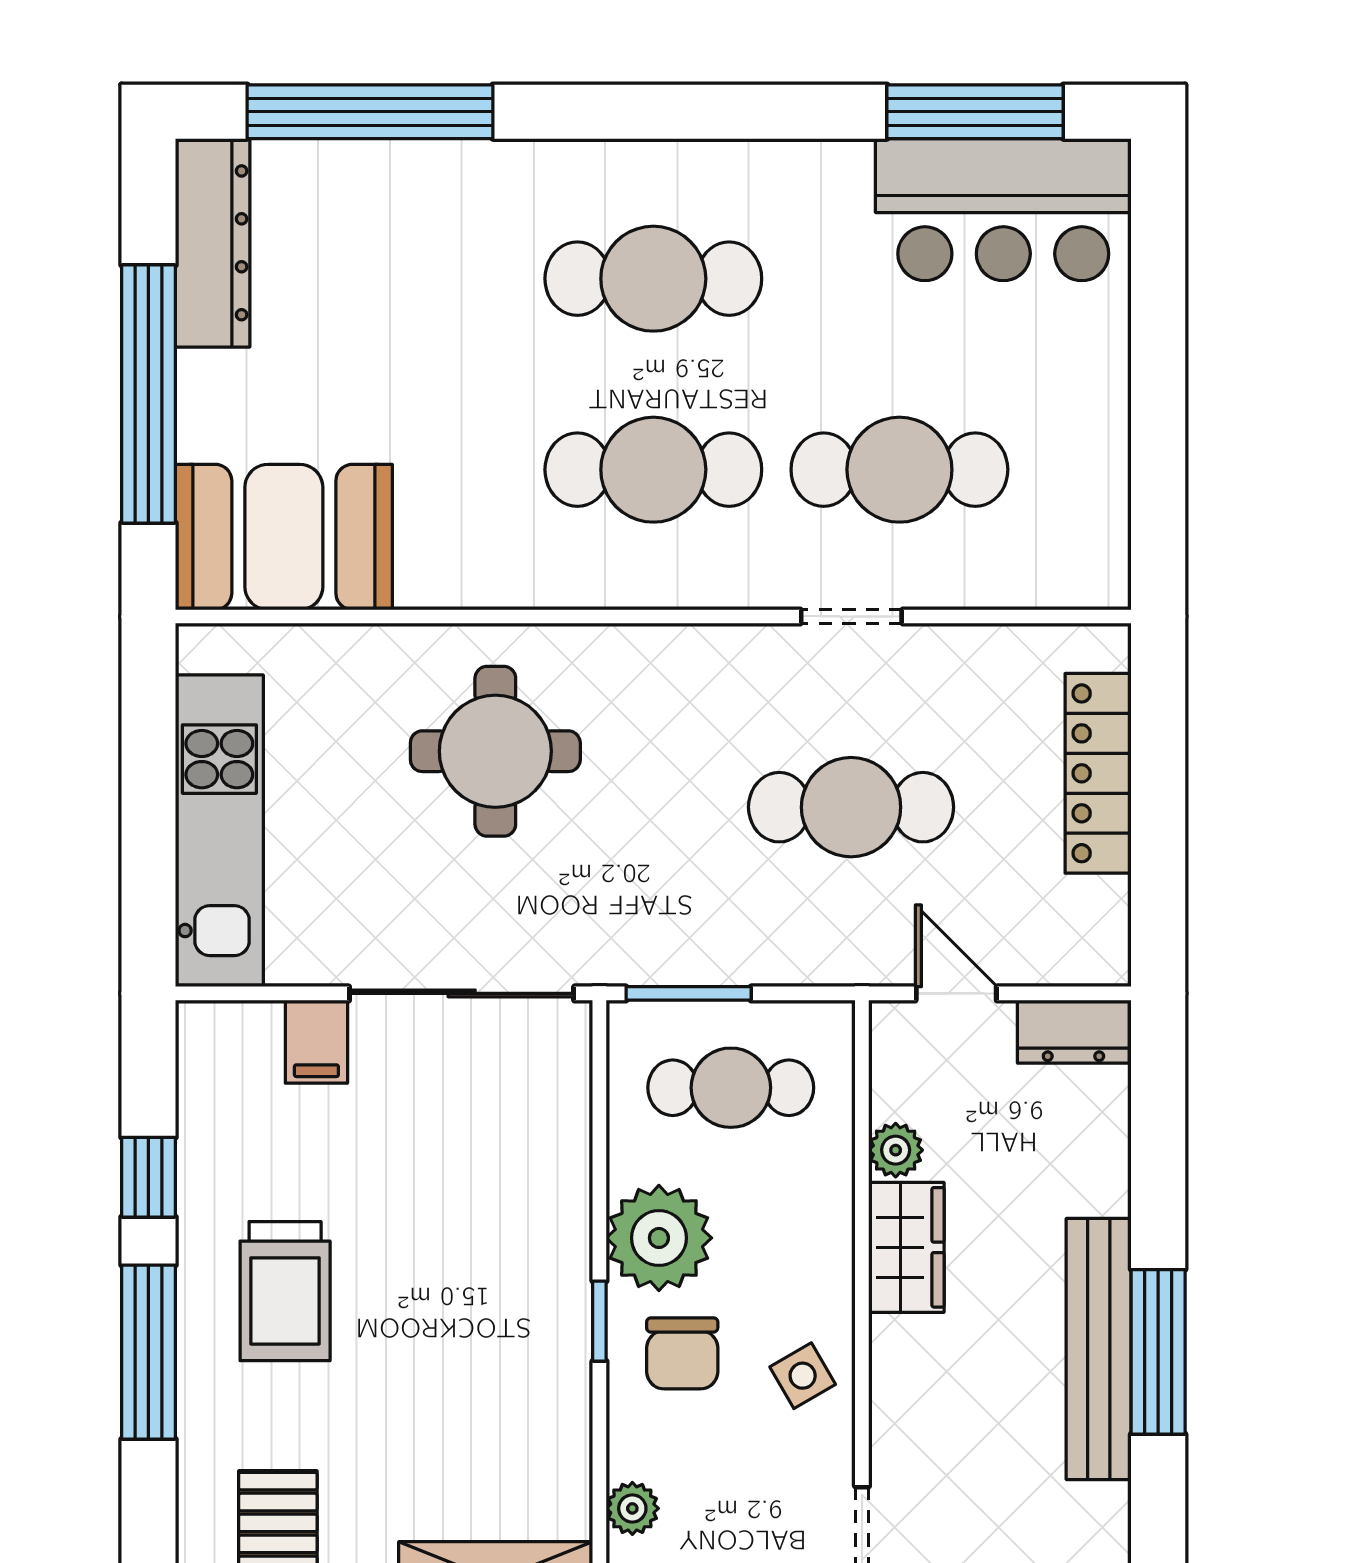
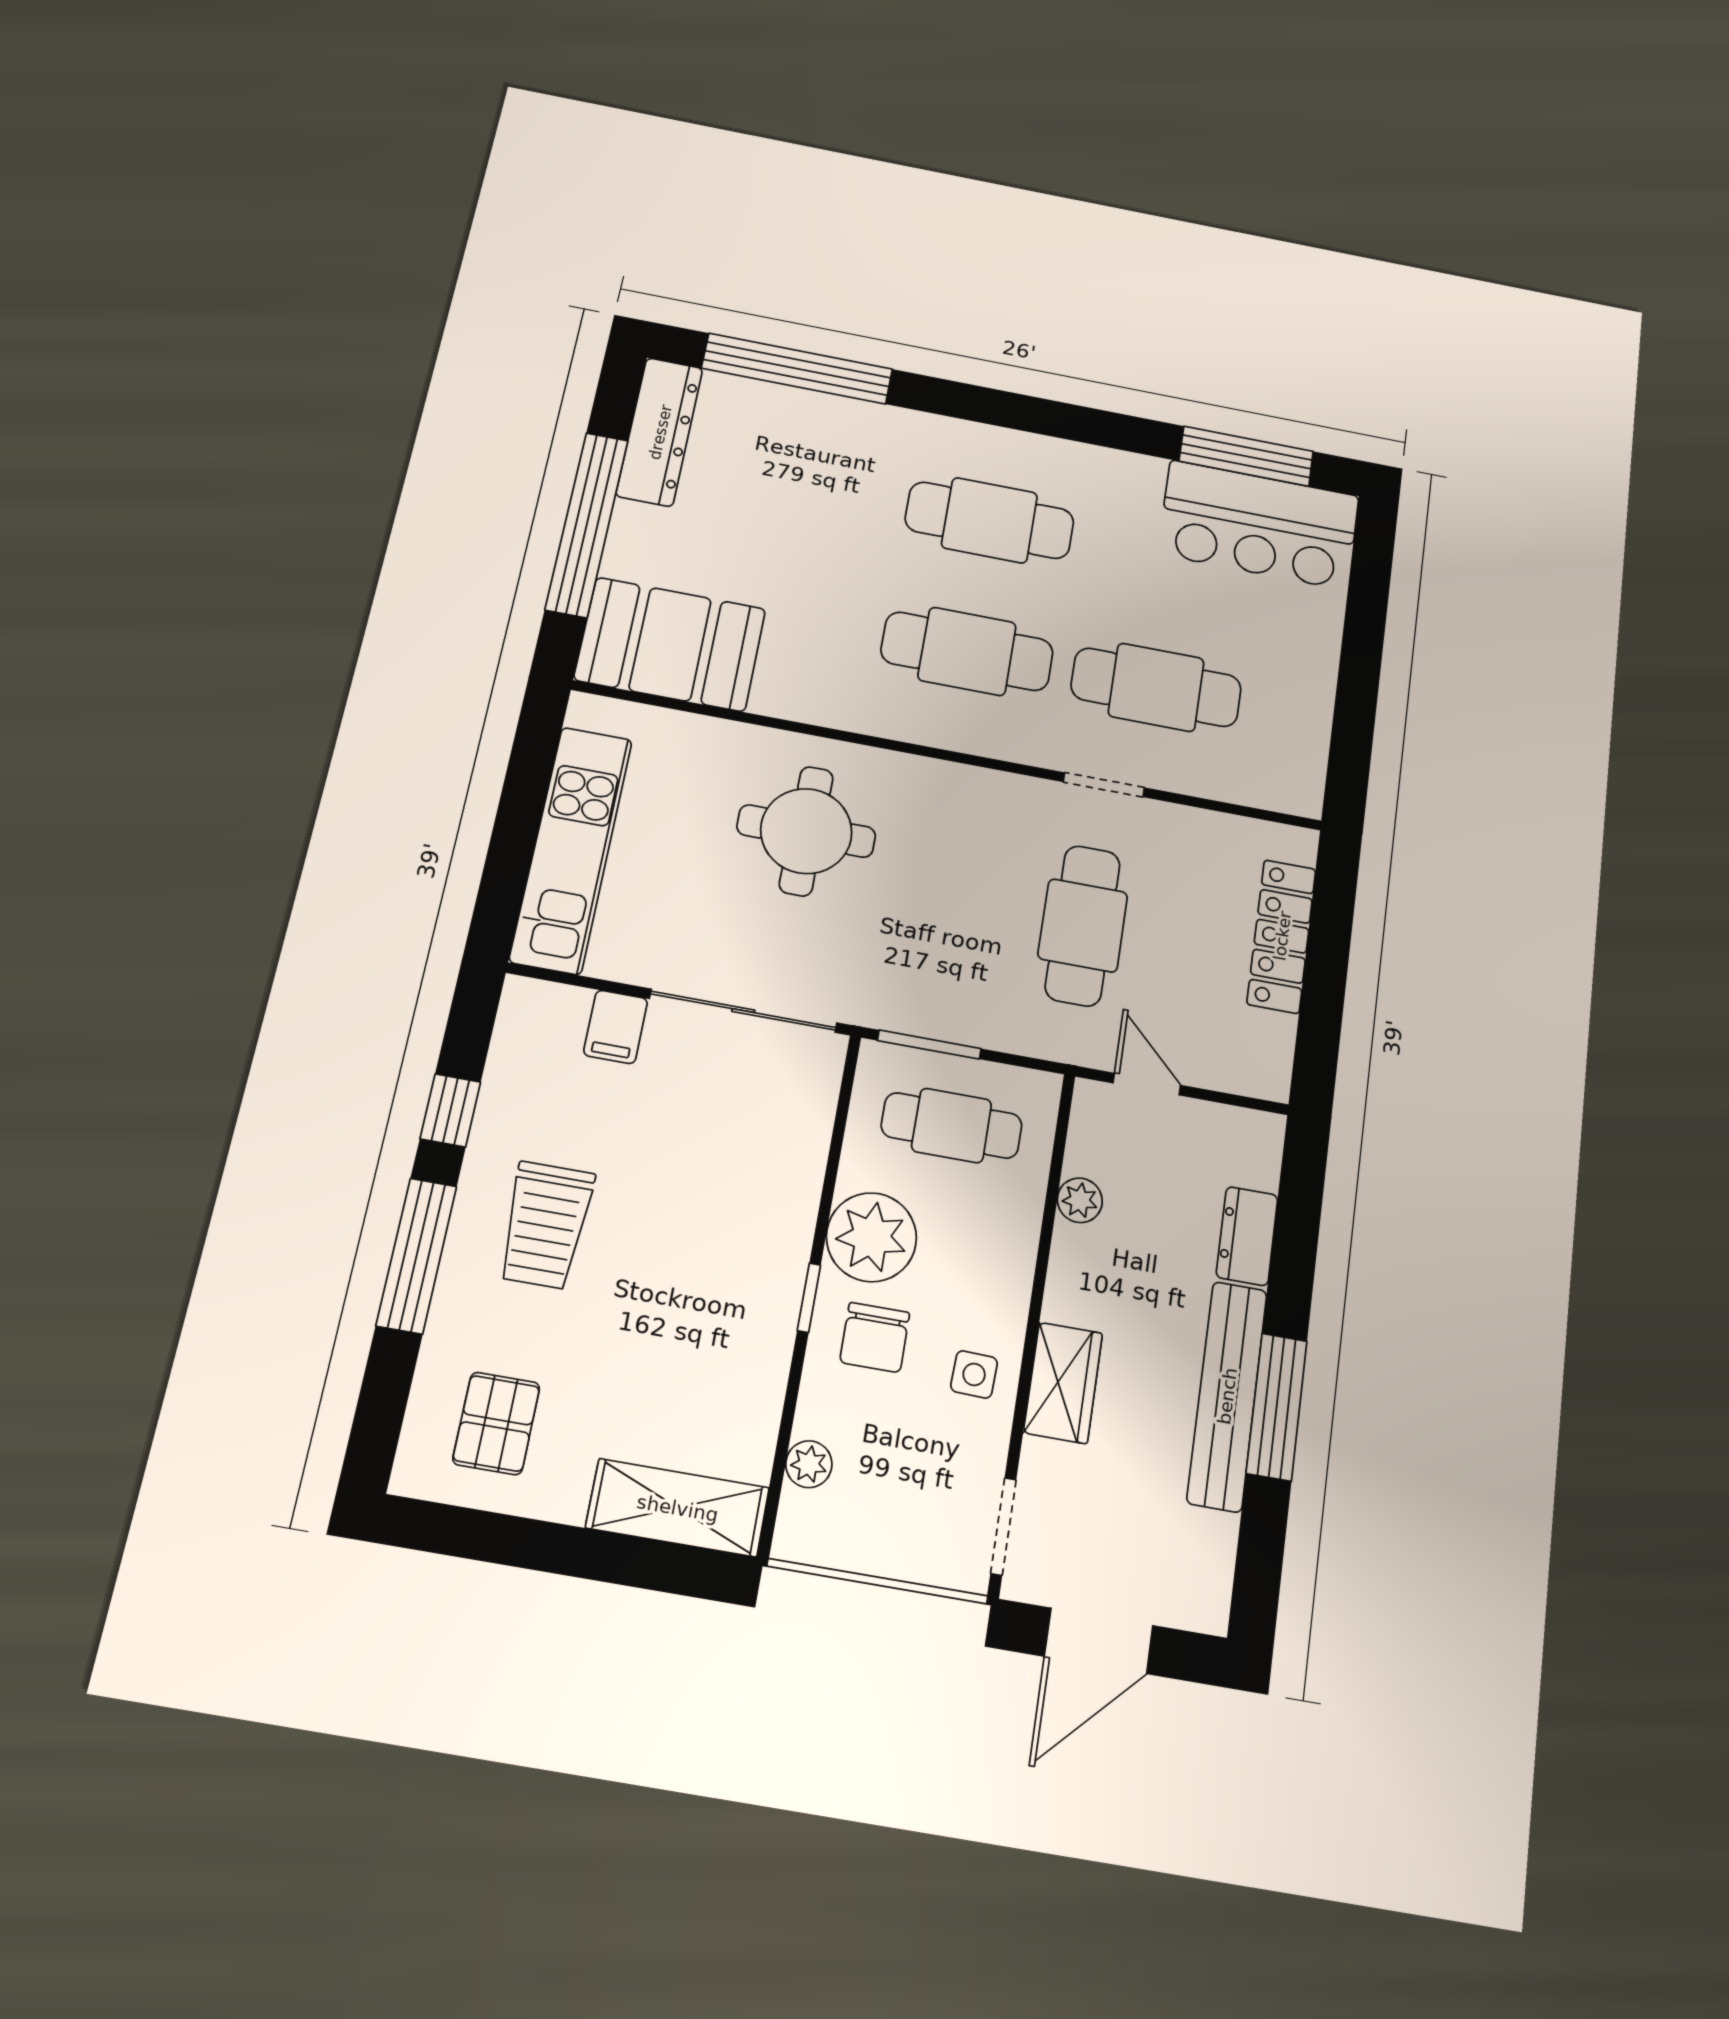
cafe table: (851, 807) -> (1083, 925), turned 90
dresser: (1073, 1032) -> (1247, 1236), moved, turned 90
wardrobe: (906, 1247) -> (1063, 1383), moved
side table: (803, 1376) -> (974, 1374), turned 32

